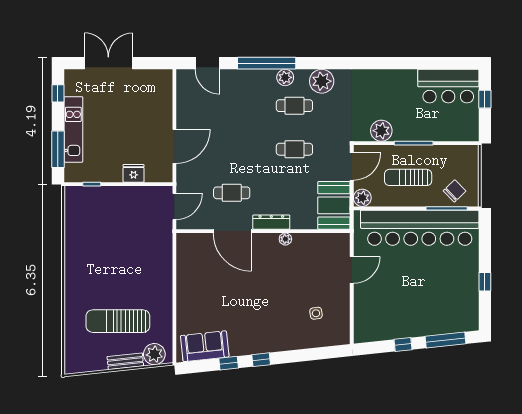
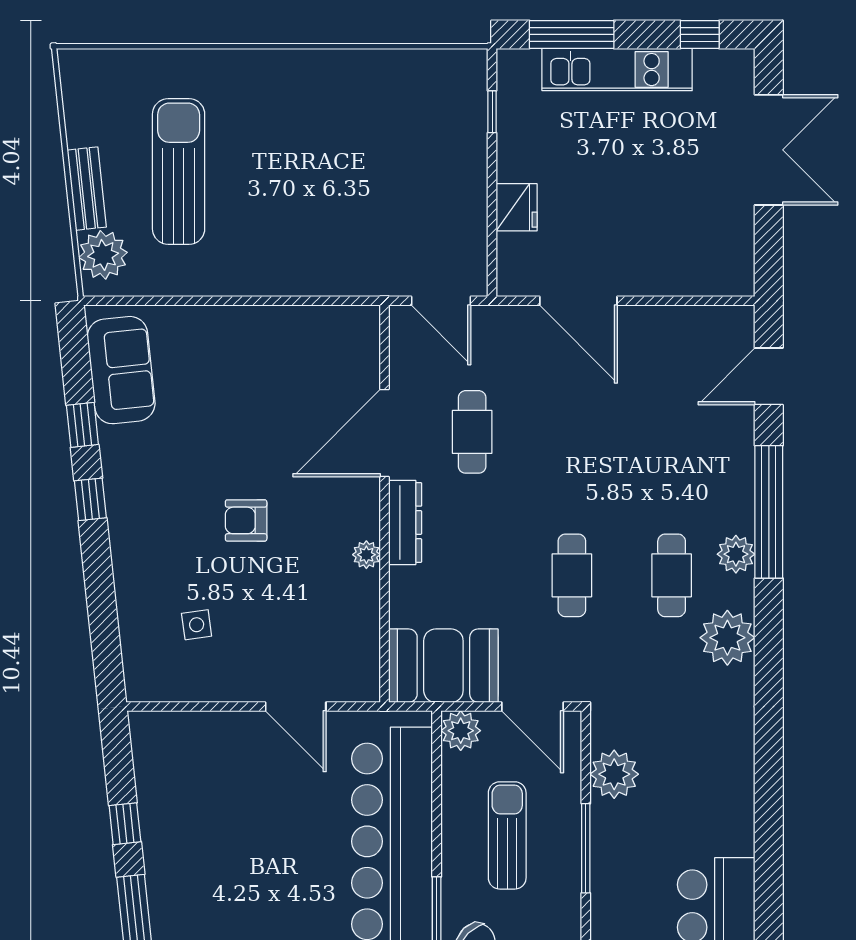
armchair: (270, 292) -> (246, 520), added

